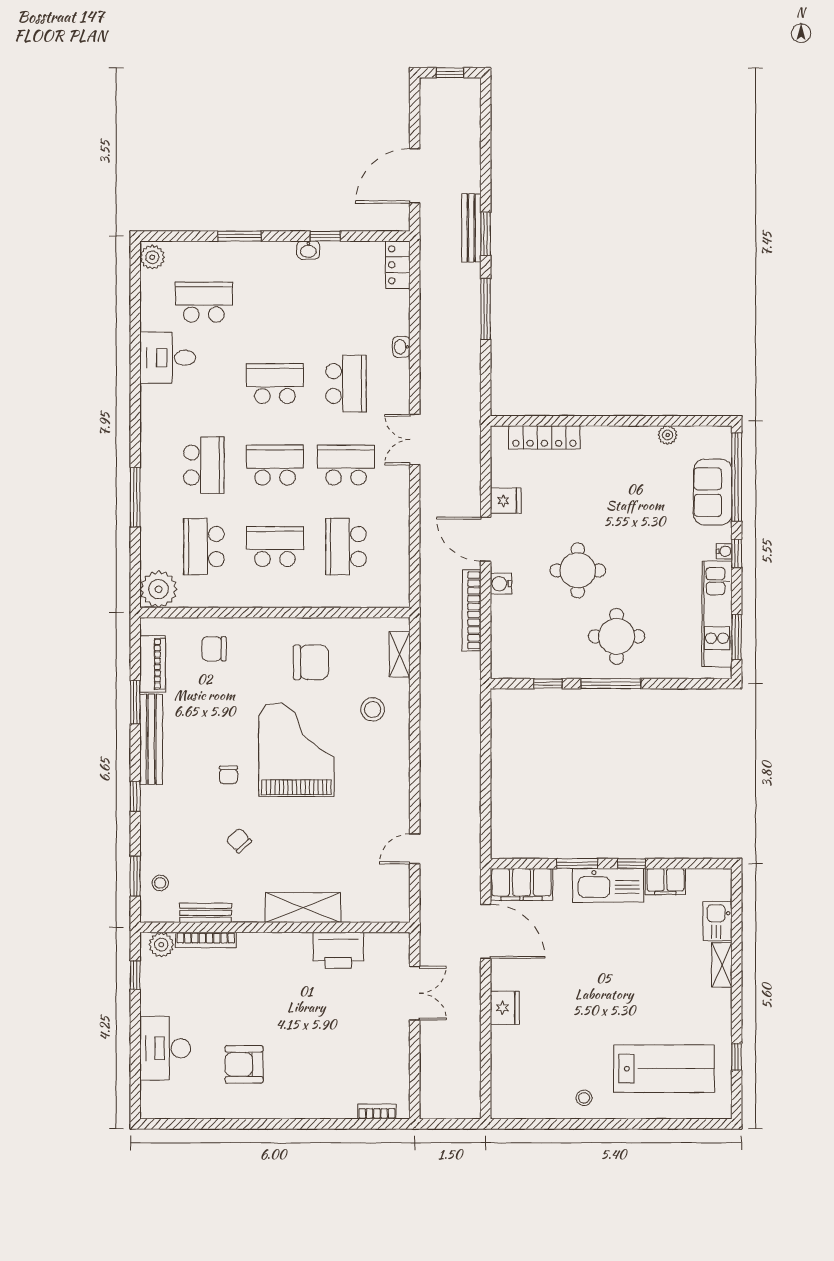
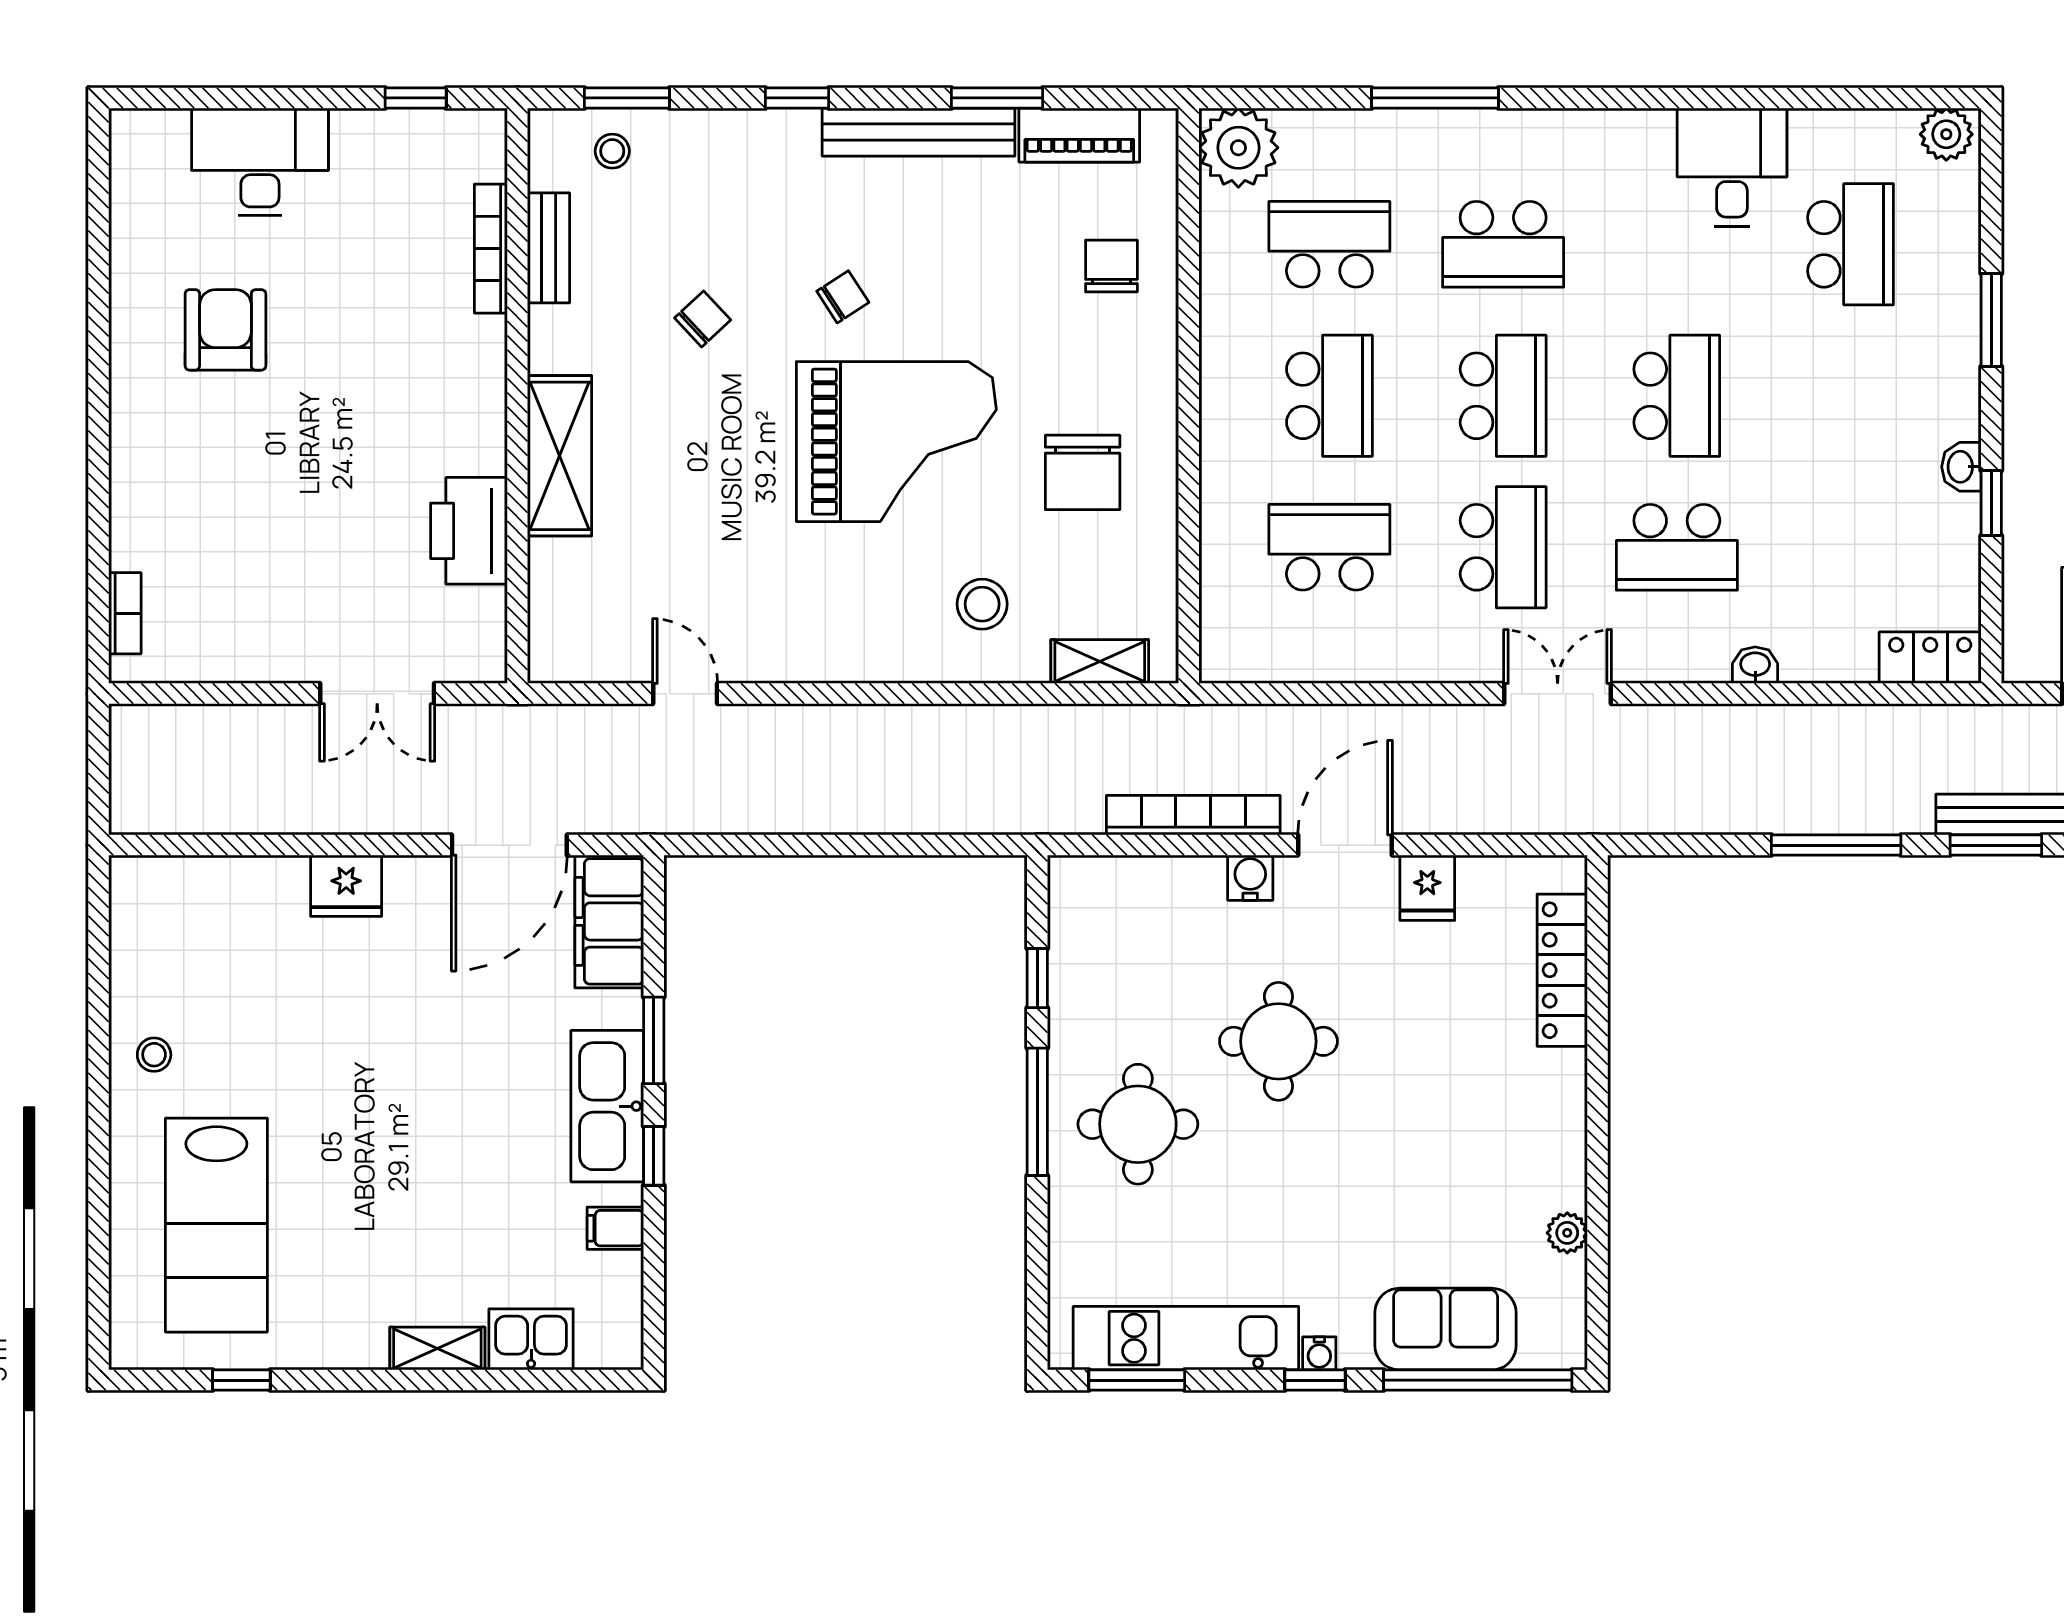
chair: (229, 775) -> (843, 297), turned 147
filing cabinet: (665, 882) -> (615, 1228), width x0.50
plant: (161, 945) -> (481, 154), removed

